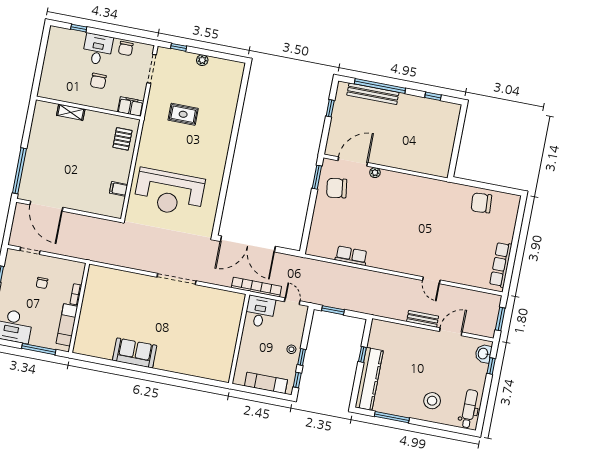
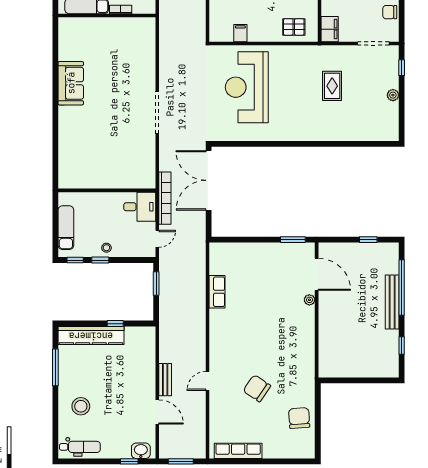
bench: (373, 94) -> (392, 302), moved
chair: (337, 188) -> (257, 388), moved, turned -48

